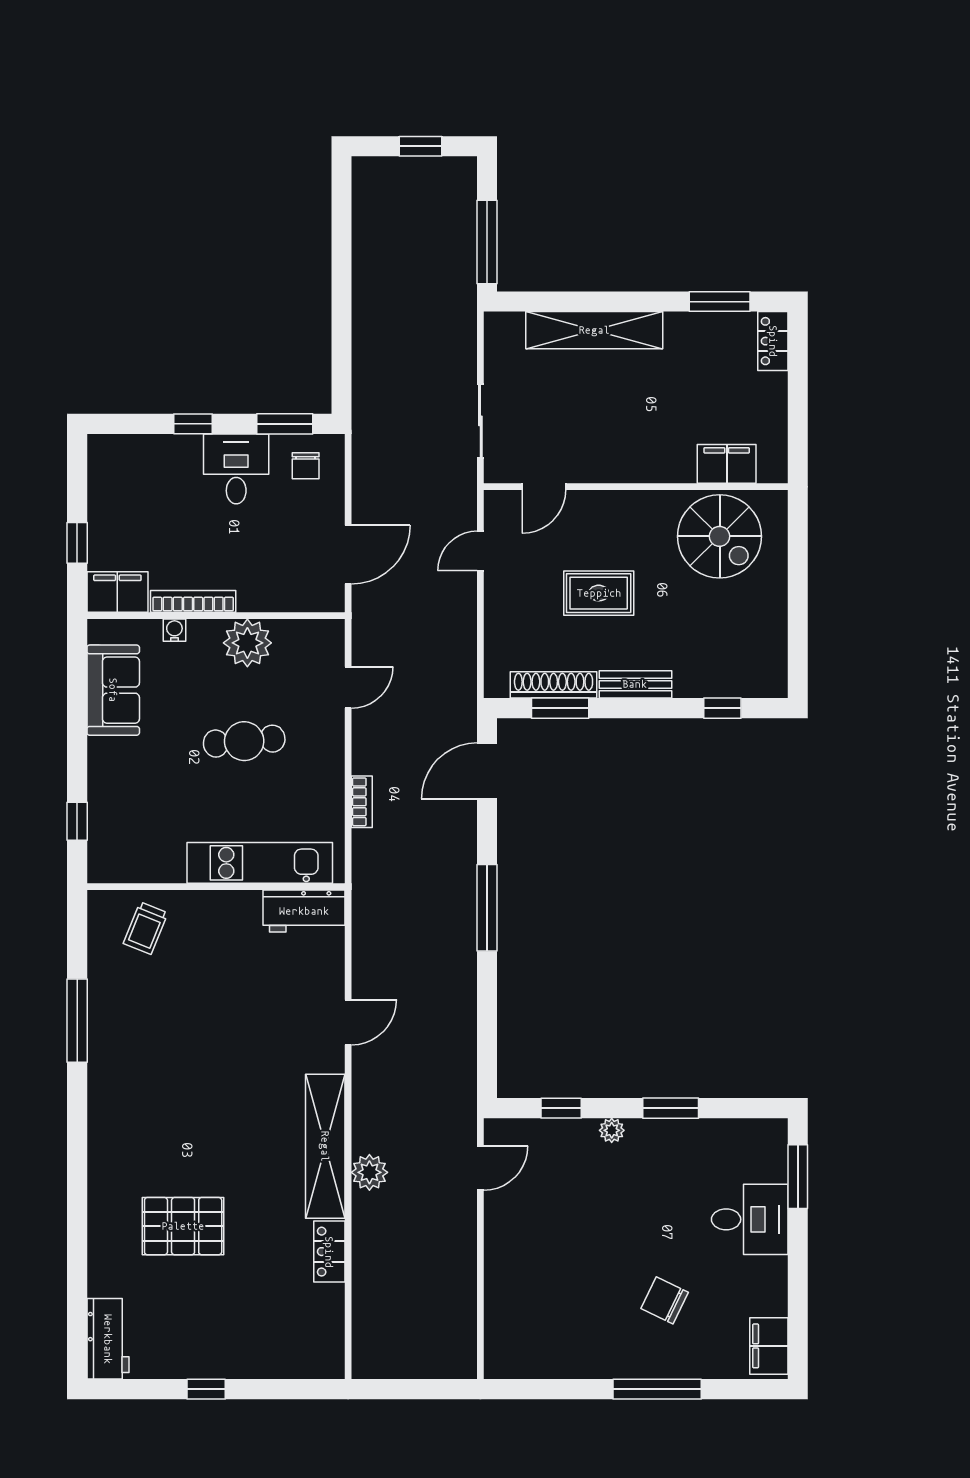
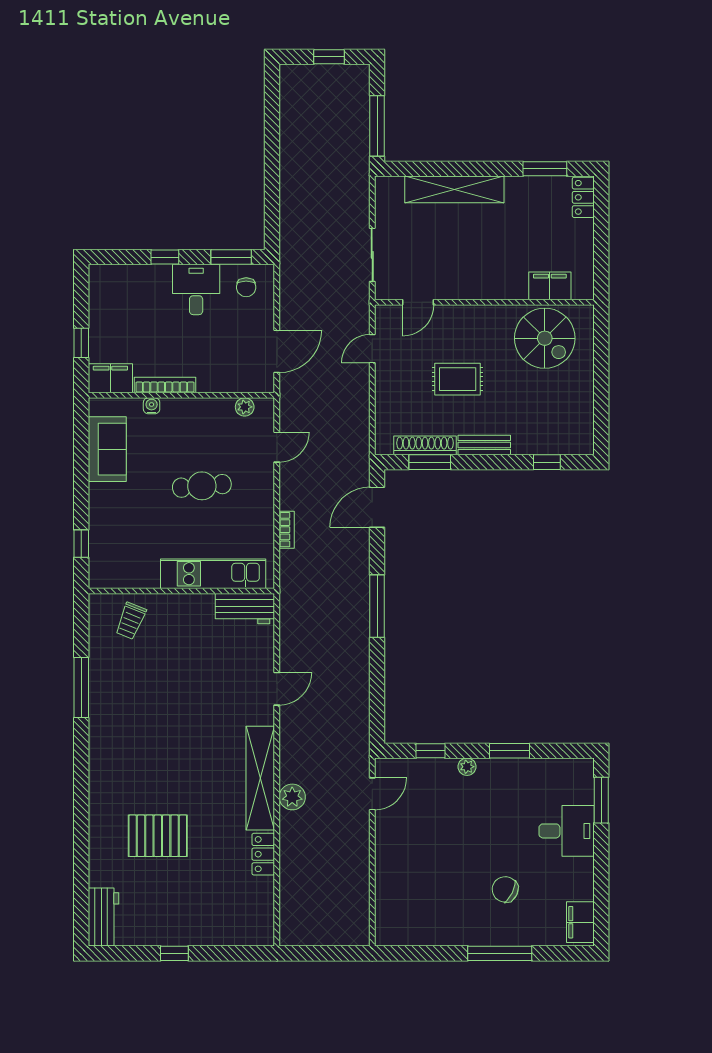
plant: (247, 643) -> (245, 407), moved, width x0.53, depth x0.53

